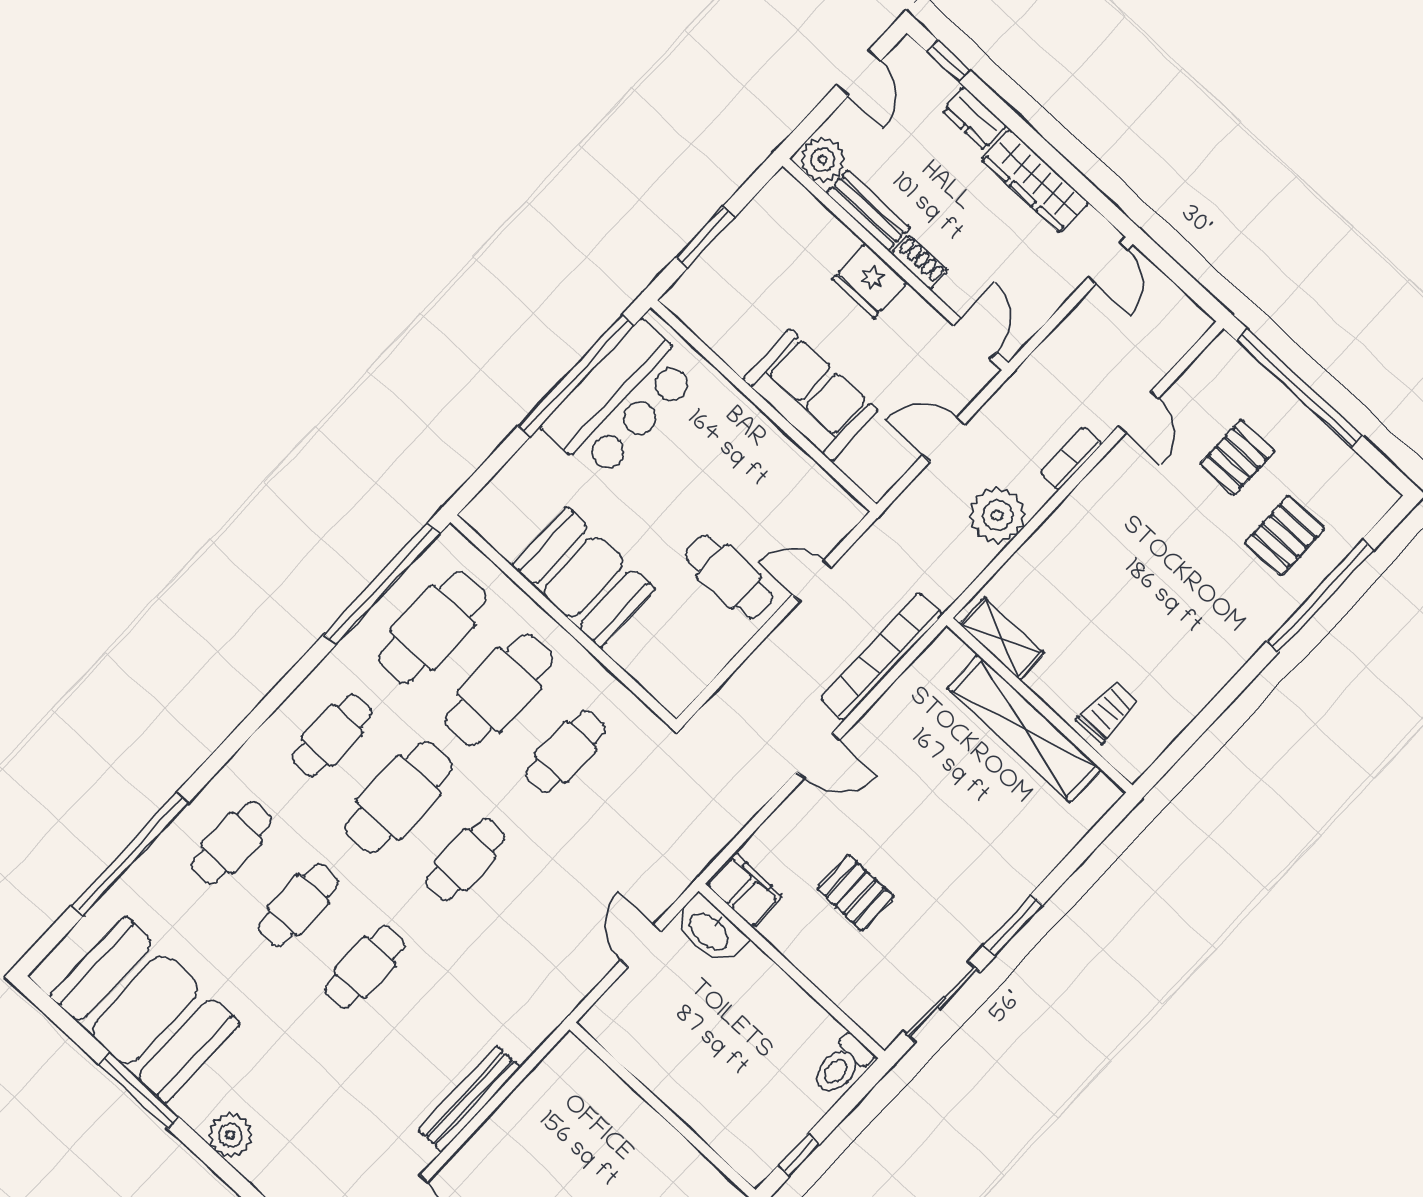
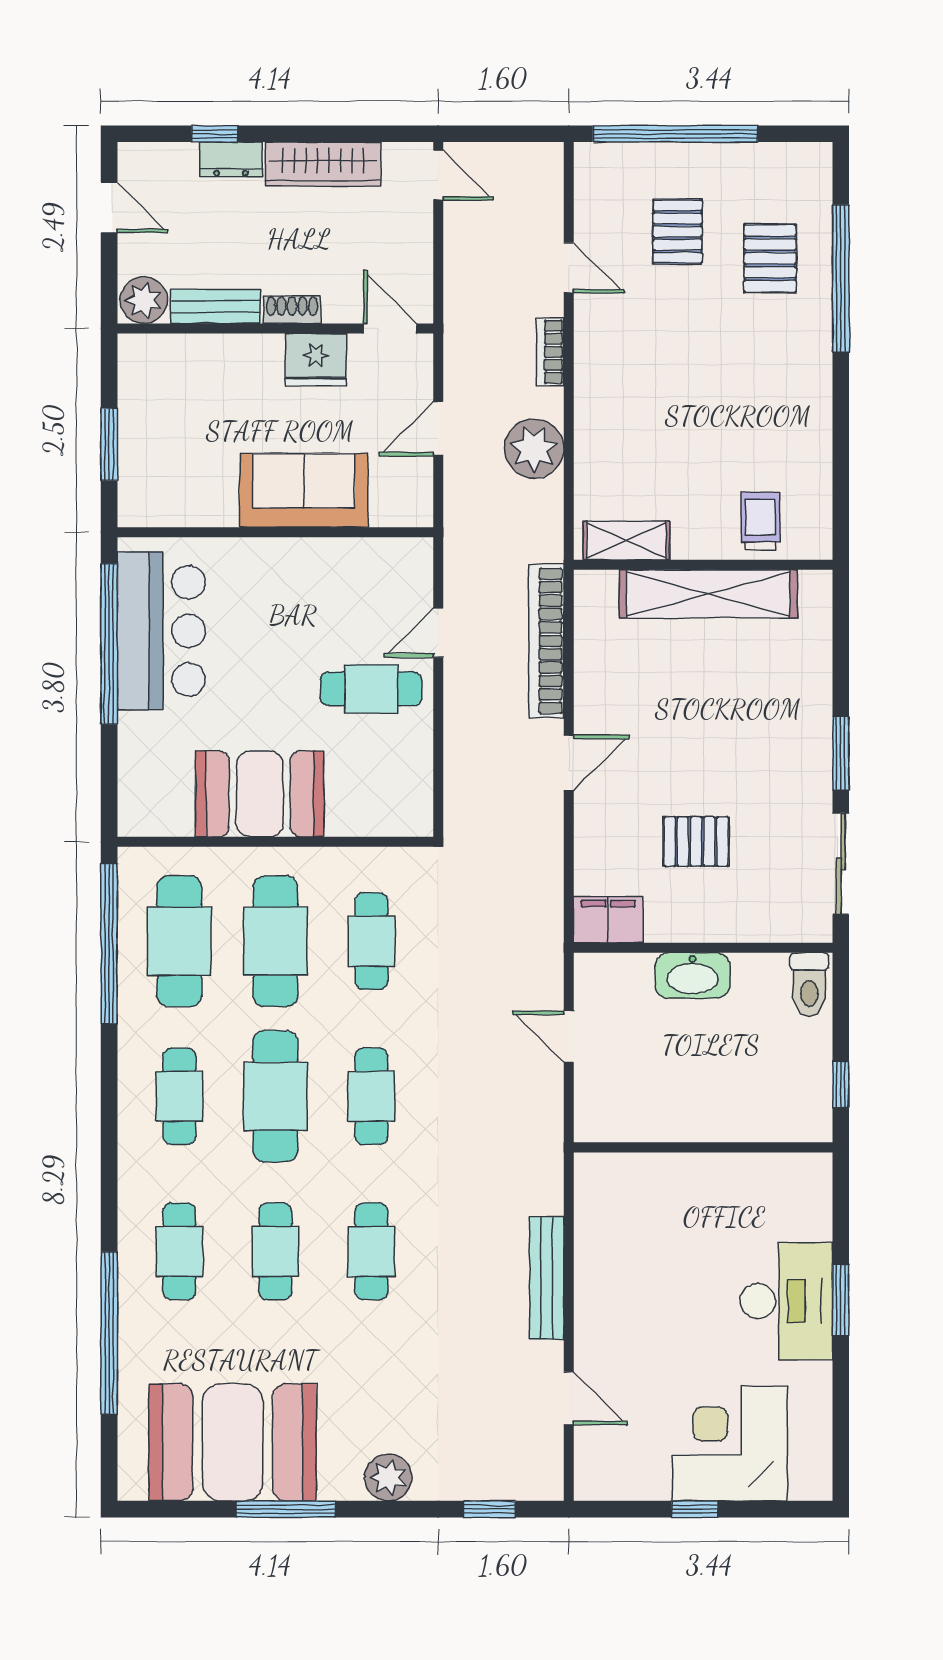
window: (948, 61) -> (215, 134), moved
fridge: (870, 281) -> (316, 360), moved
washbasin: (710, 931) -> (693, 975), moved

